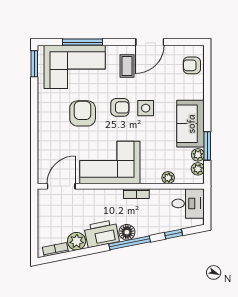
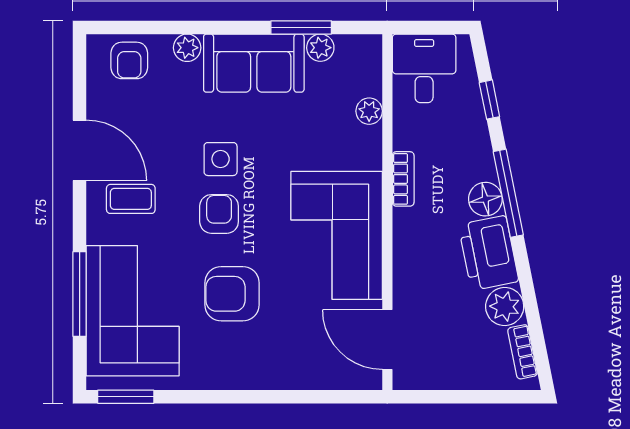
plant: (198, 169) -> (187, 48), moved

